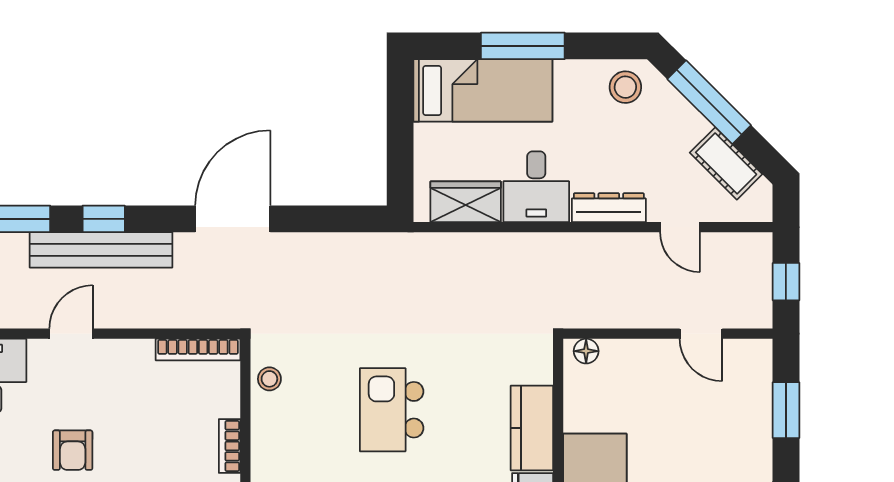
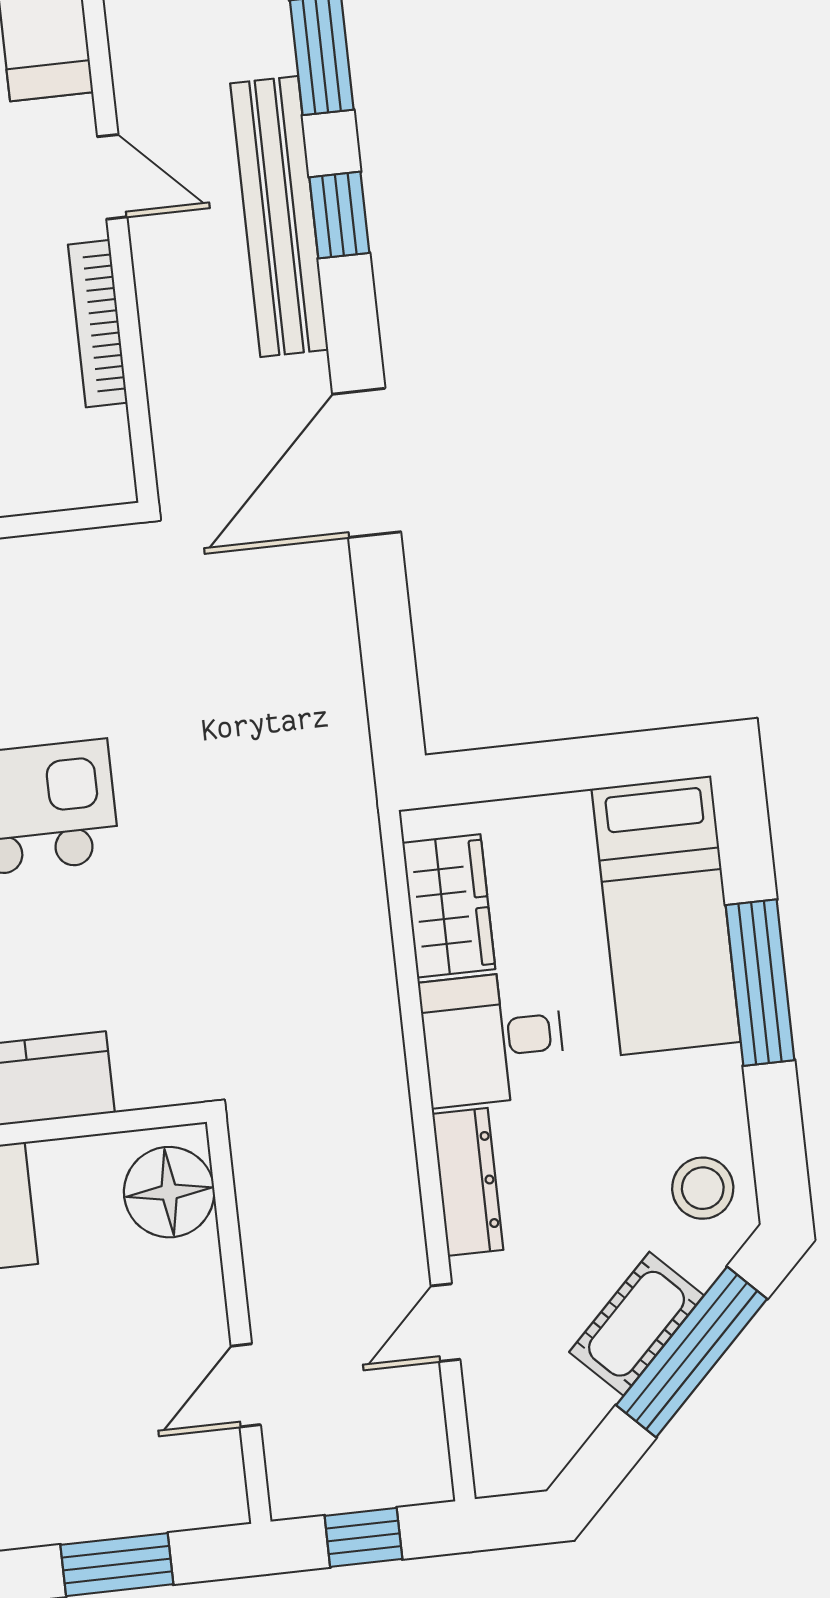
cot: (726, 163) -> (637, 1324), moved
door: (233, 219) -> (367, 463), swing flipped
bookcase: (198, 350) -> (98, 324), moved
floor lamp: (586, 351) -> (169, 1192), width x1.89, depth x1.89
stool: (269, 379) -> (67, 567), removed

